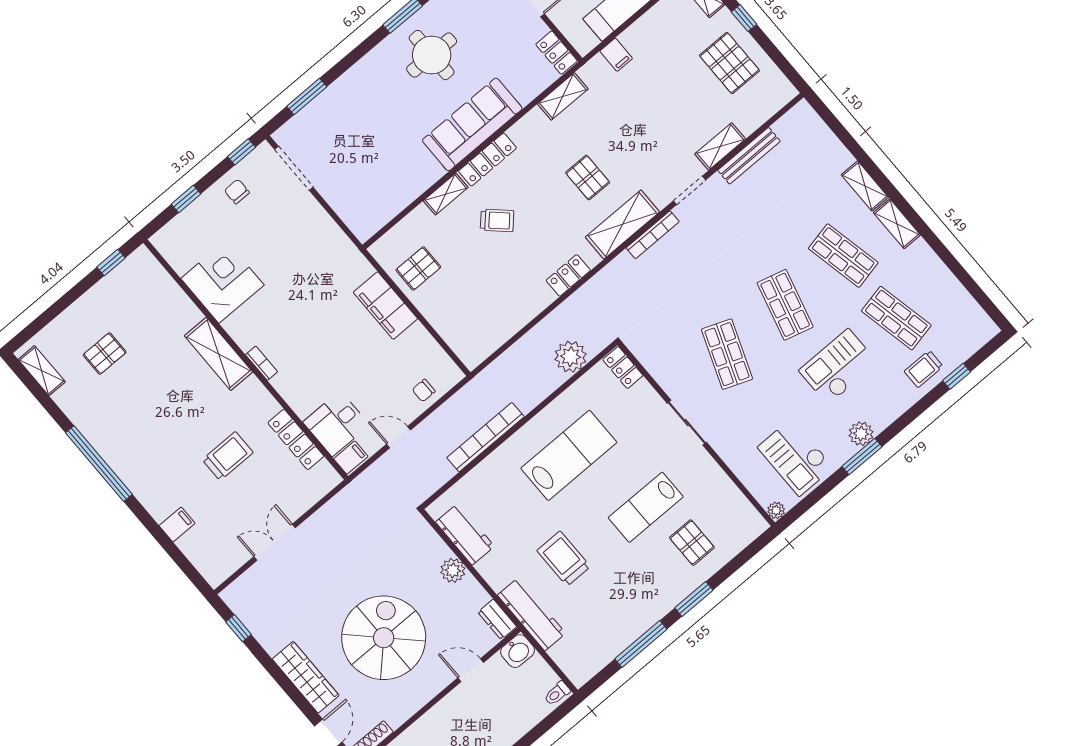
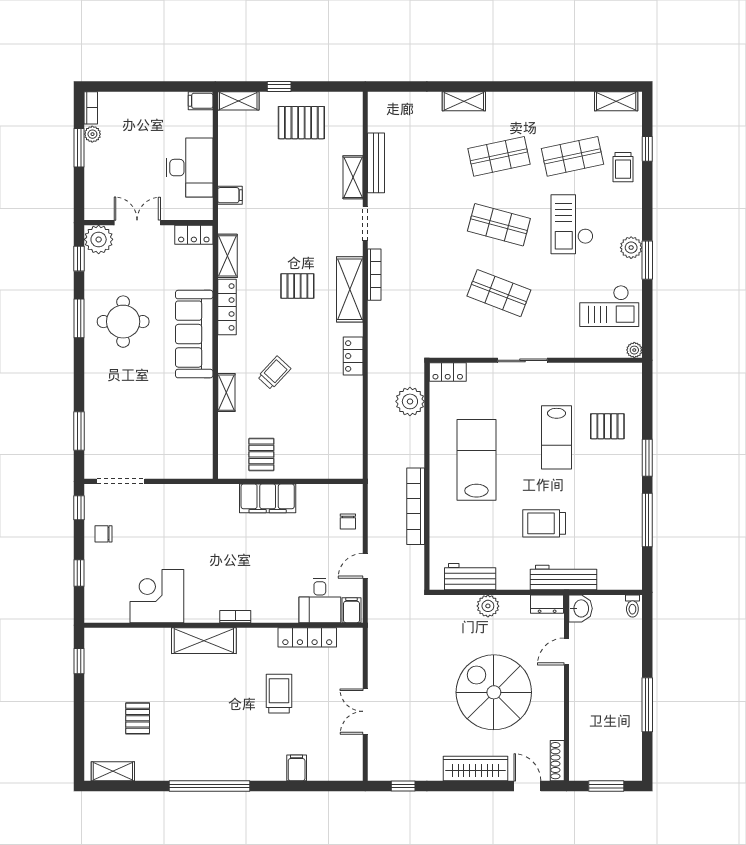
locker: (487, 160) -> (227, 307), moved
shelving: (897, 224) -> (616, 101), moved

